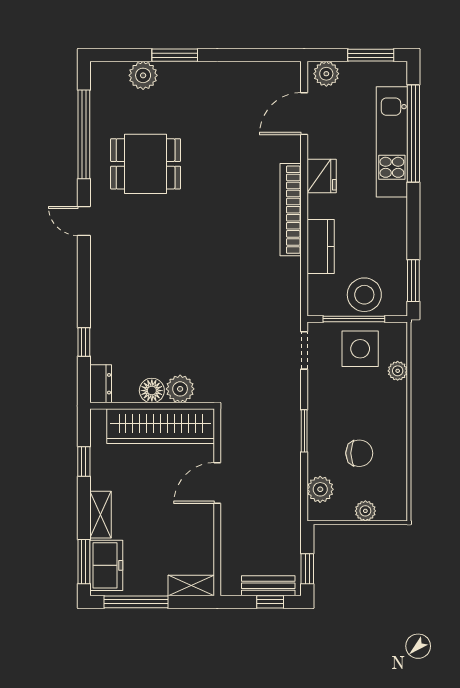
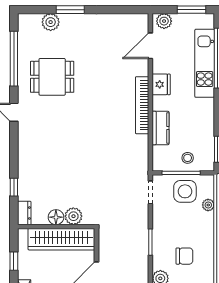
stool: (364, 295) -> (188, 158), width x0.53, depth x0.53

